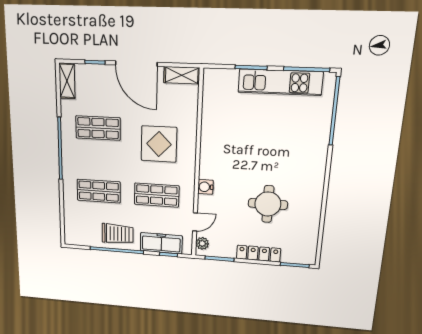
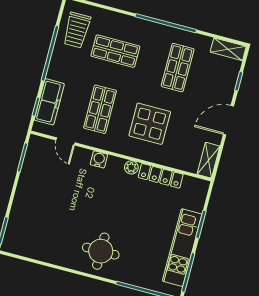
door: (136, 64) -> (228, 120), width x0.73
shop shelf: (99, 191) -> (115, 51), turned 90
round table: (268, 204) -> (101, 251), moved
trolley: (118, 234) -> (77, 30), moved
plant: (202, 243) -> (131, 167), moved
locker: (259, 254) -> (161, 176), moved, turned 90

